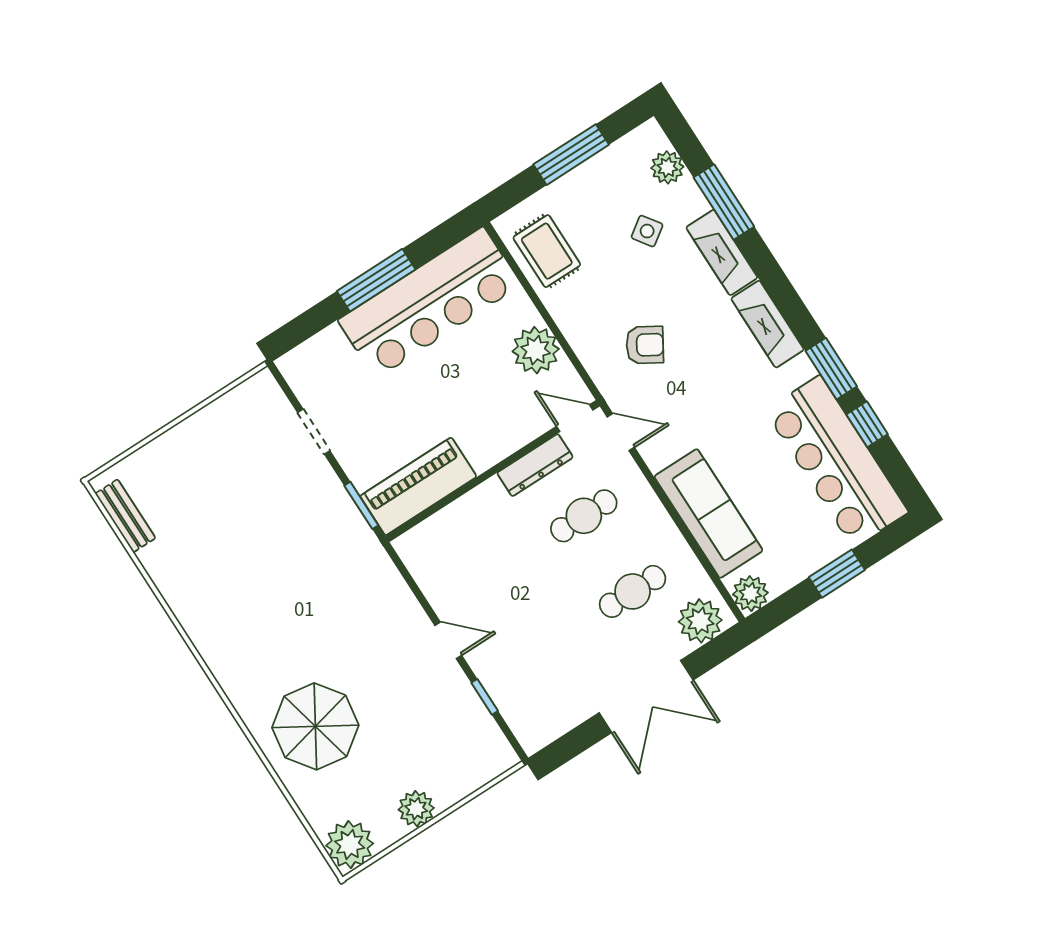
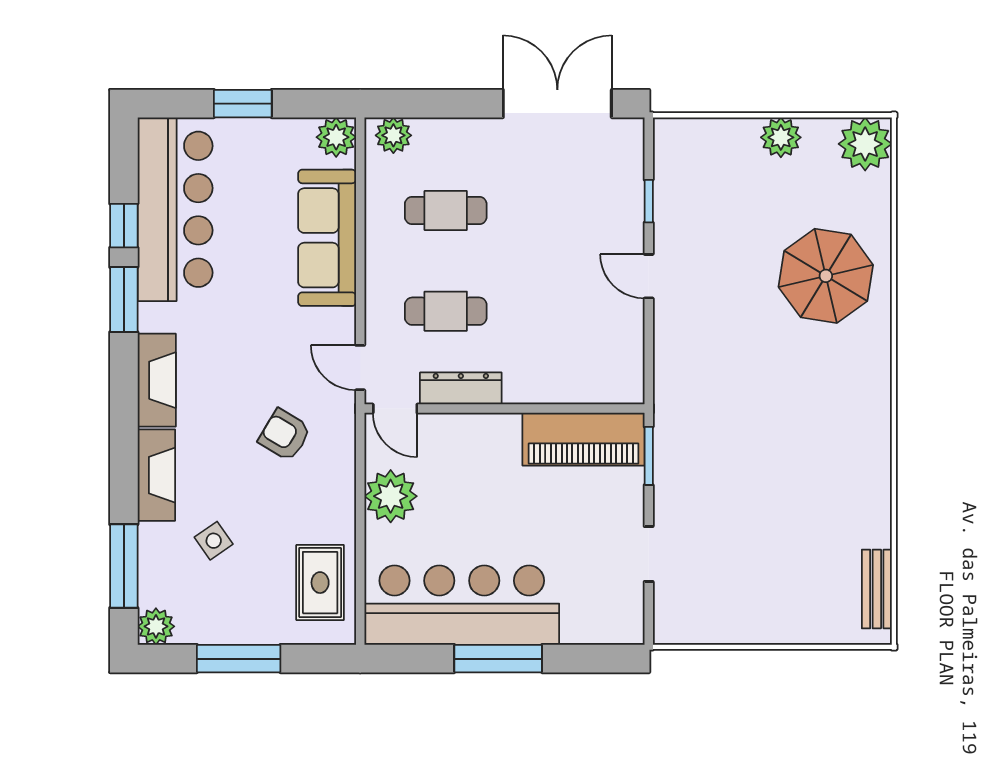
plant: (667, 167) -> (156, 626), moved
window: (724, 202) -> (124, 566), moved
plant: (700, 621) -> (393, 135), width x0.73, depth x0.73
double door: (646, 696) -> (557, 104), moved

